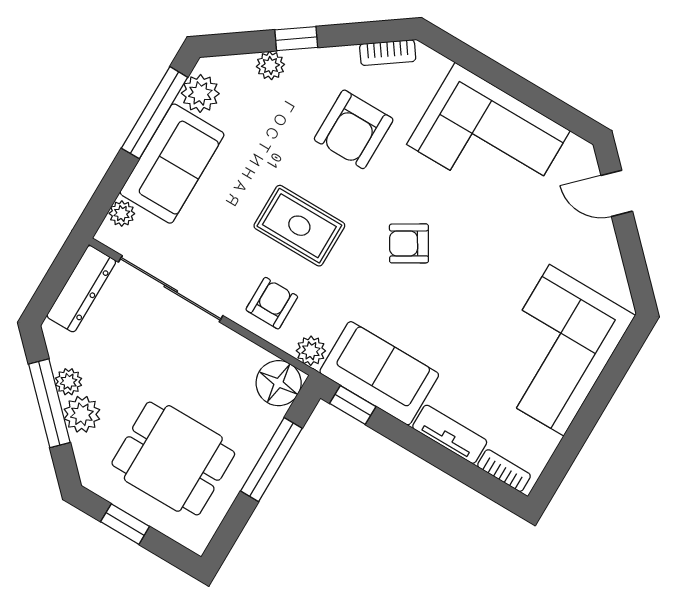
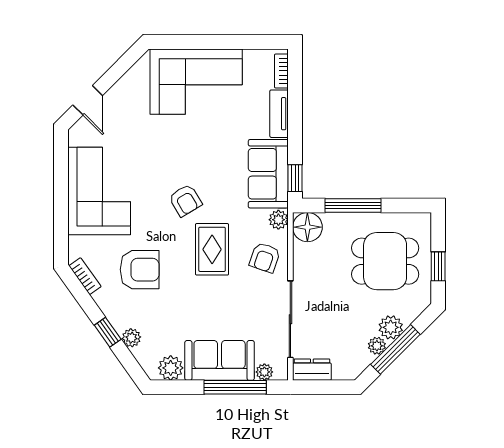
window: (155, 113) -> (235, 387), moved
rug: (299, 226) -> (212, 249), moved
dresser: (81, 289) -> (312, 370), width x0.70
armchair: (272, 303) -> (265, 258), turned -71
dining table: (173, 458) -> (385, 261), turned 90

